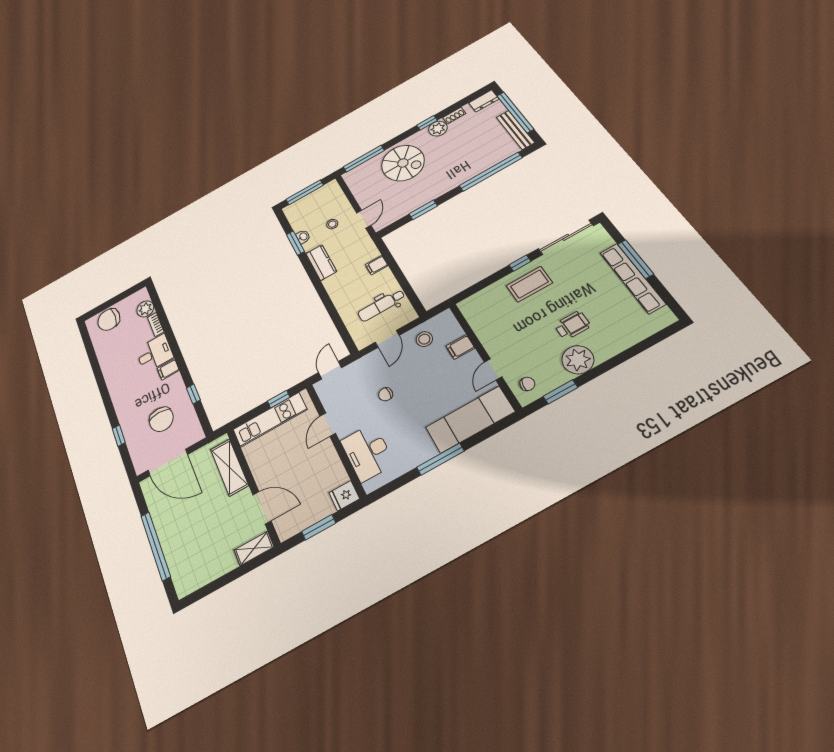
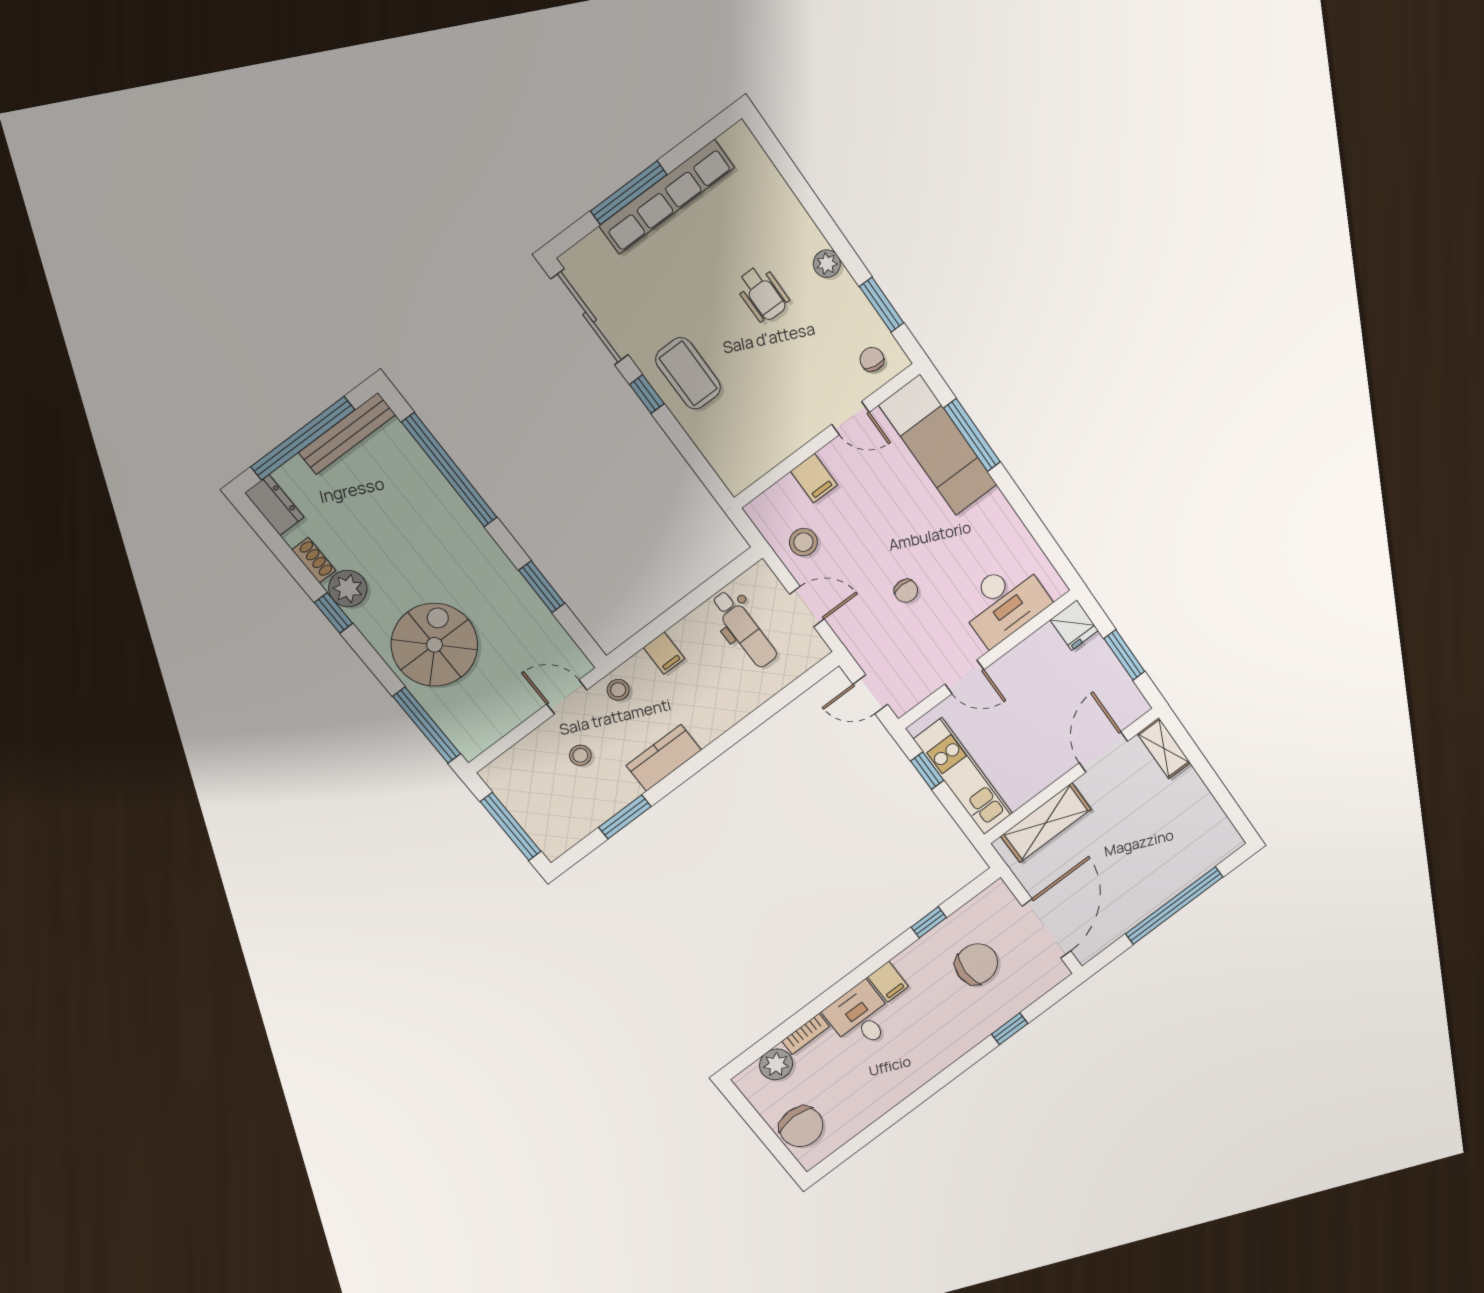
washbasin: (303, 237) -> (610, 805), removed
stool: (362, 243) -> (618, 690), added
wheelchair: (572, 325) -> (763, 294), turned 180
plant: (578, 360) -> (827, 264), width x0.53, depth x0.53
window: (440, 459) -> (972, 435), moved

